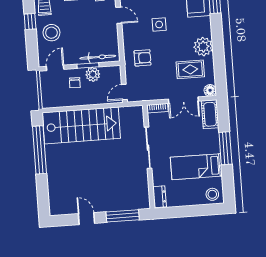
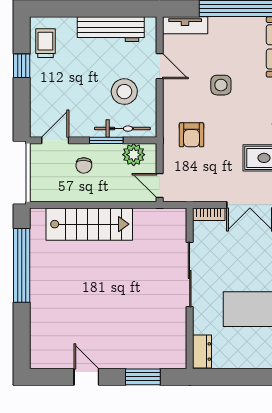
stool: (51, 33) -> (124, 92), moved
armchair: (143, 58) -> (192, 135), turned 90
plant: (93, 74) -> (134, 155), moved
door: (124, 92) -> (160, 185), hinge flipped
stairs: (81, 125) -> (89, 224), width x0.73, depth x0.66
window: (123, 216) -> (143, 377), width x0.69

